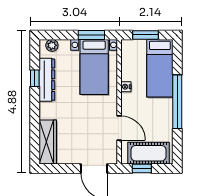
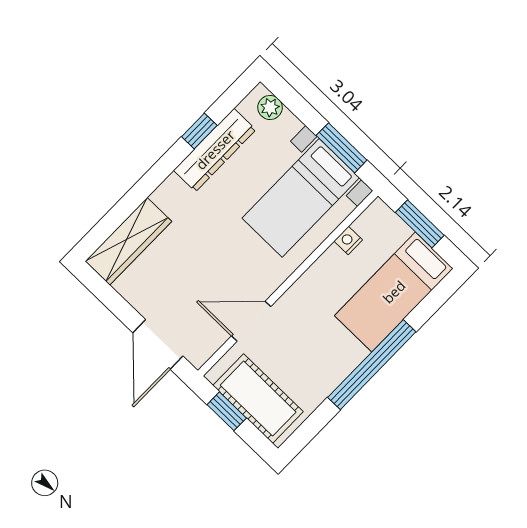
nightstand: (126, 87) -> (348, 241), moved
door: (119, 128) -> (251, 321), swing flipped

